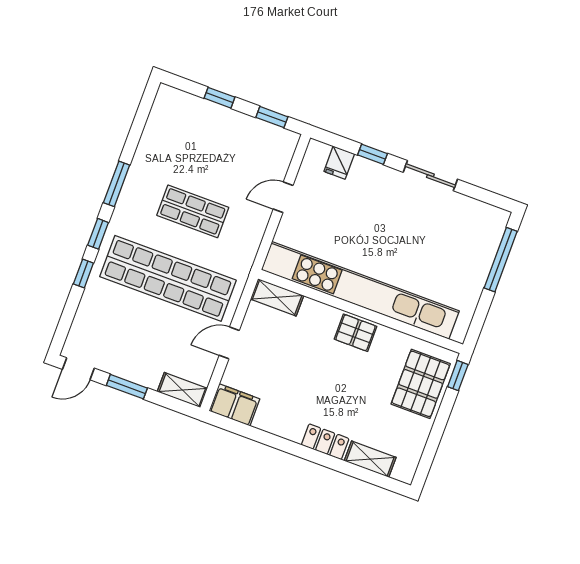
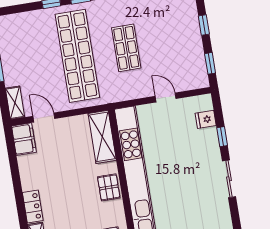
shelving: (277, 297) -> (102, 137), width x1.50, depth x1.33
door: (229, 343) -> (44, 117), moved

